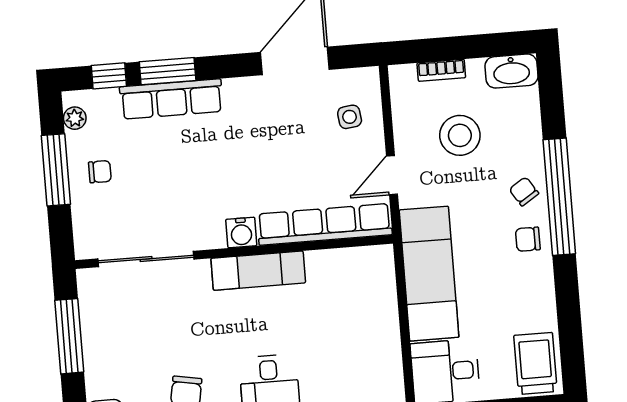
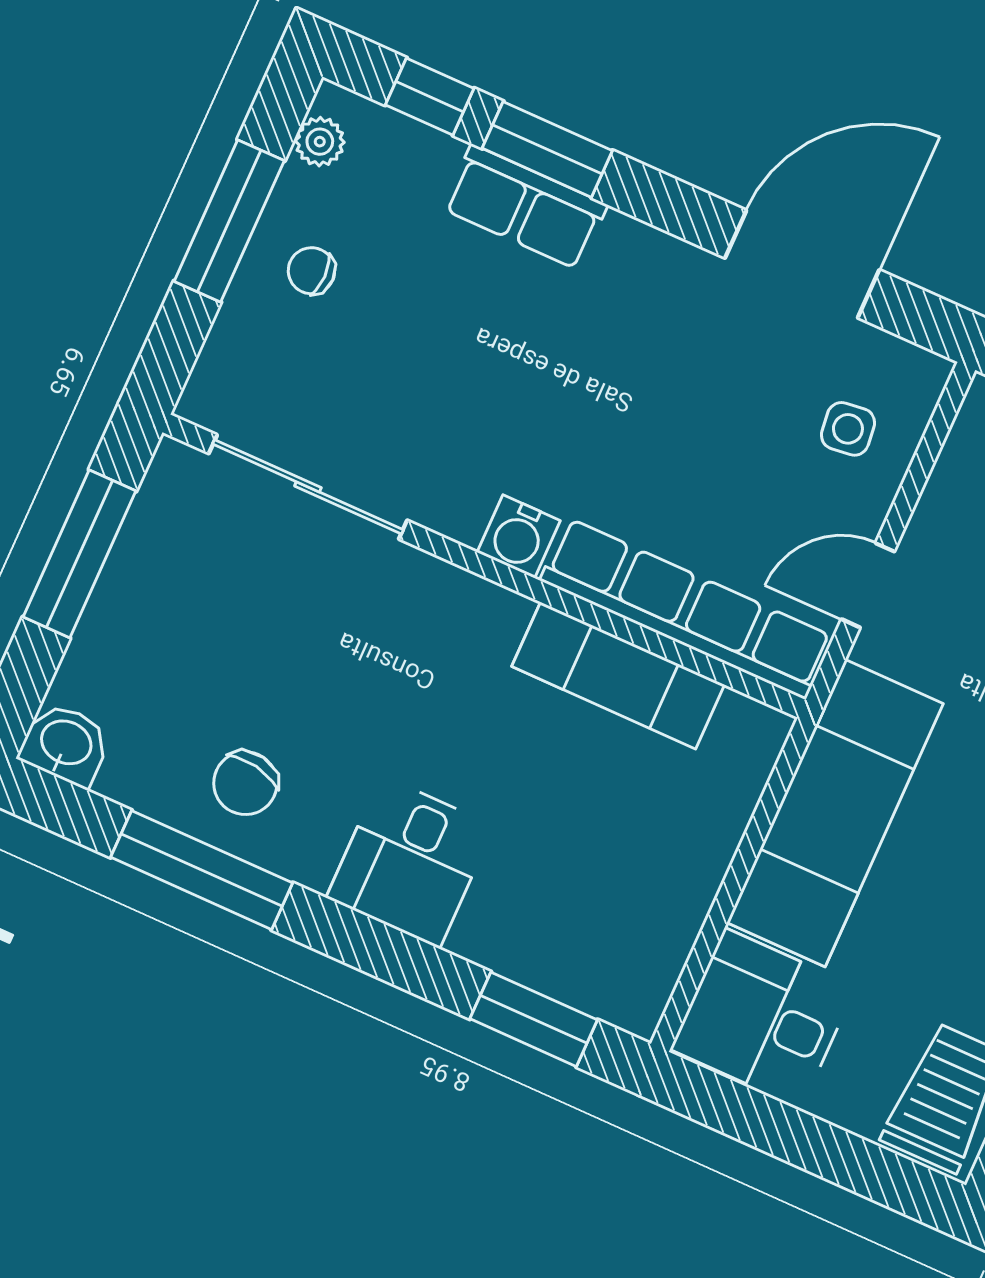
row of seats: (171, 99) -> (525, 207), width x0.68
chair: (100, 172) -> (311, 271), turned 180
exam couch: (258, 271) -> (618, 676), moved

